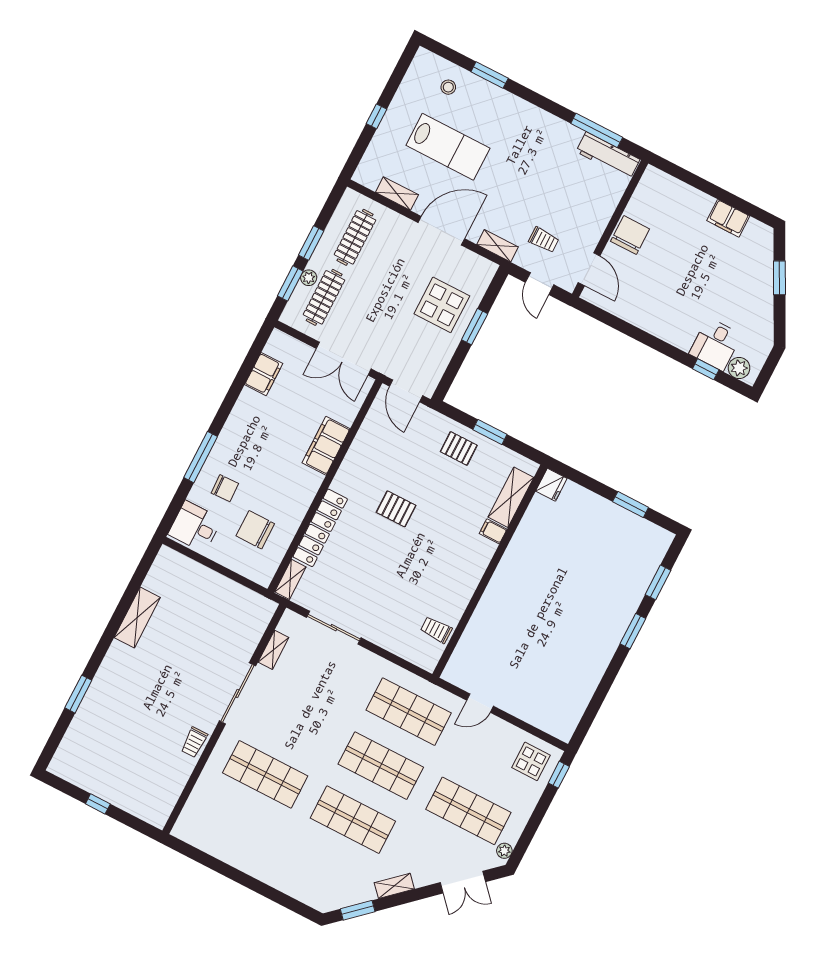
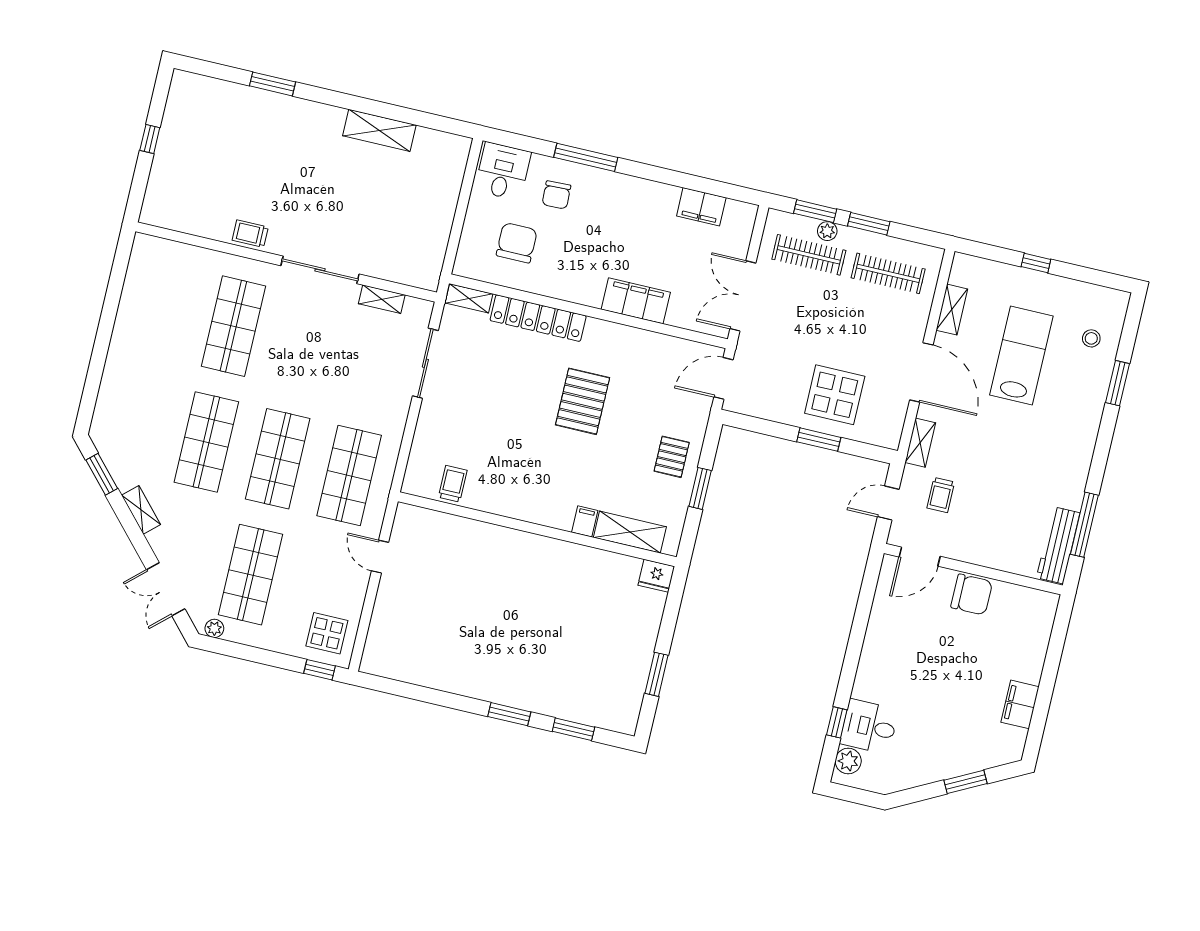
lab bench: (448, 147) -> (1021, 355), turned 180
pallet: (396, 509) -> (583, 401), width x1.50, depth x1.42

